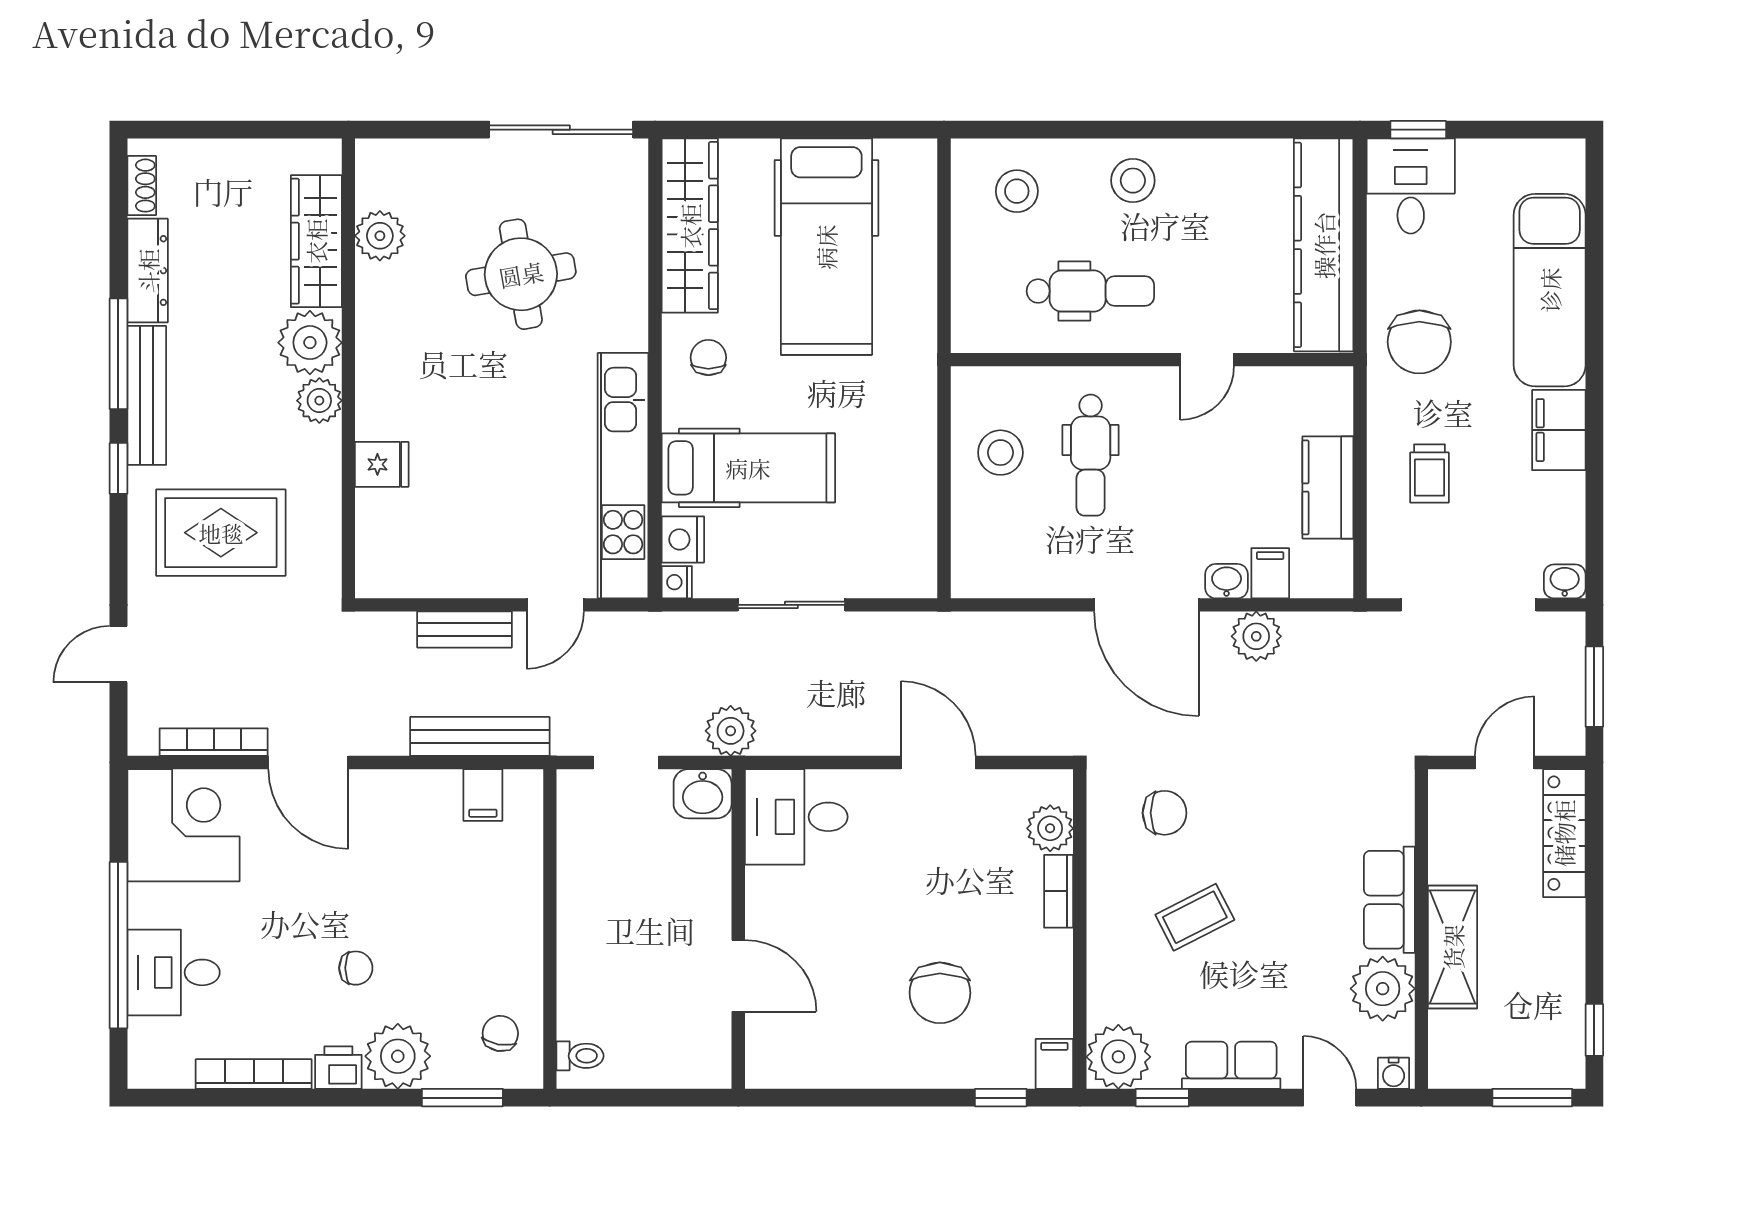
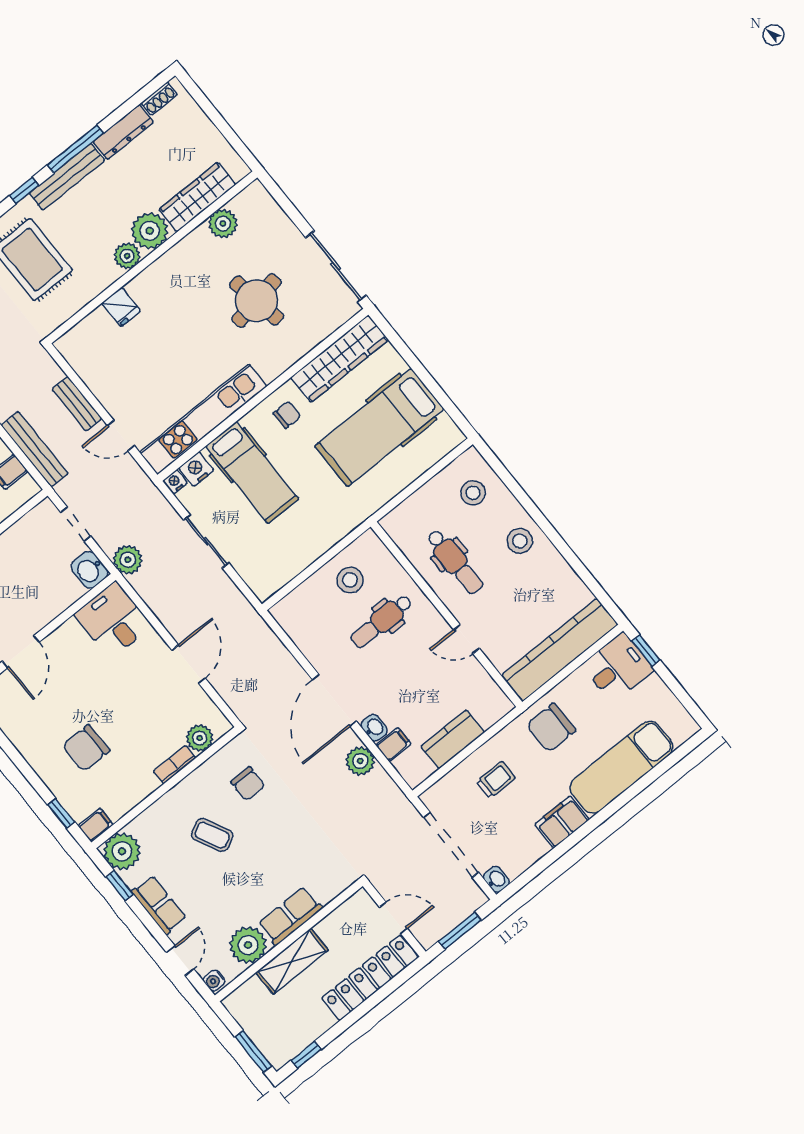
trolley: (1430, 473) -> (496, 780), turned 180
locker: (1564, 833) -> (370, 978), width x1.41, depth x1.21

